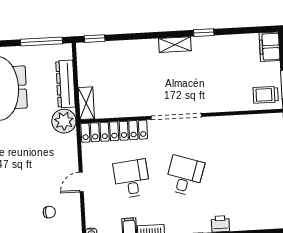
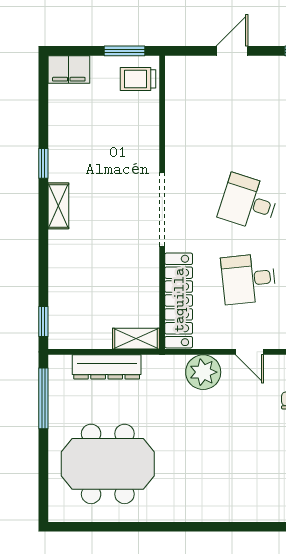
trolley: (266, 95) -> (138, 79), turned 90
plant: (64, 121) -> (203, 372), moved

